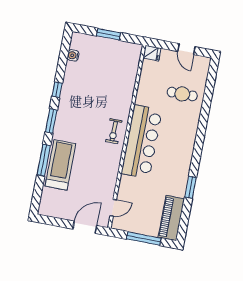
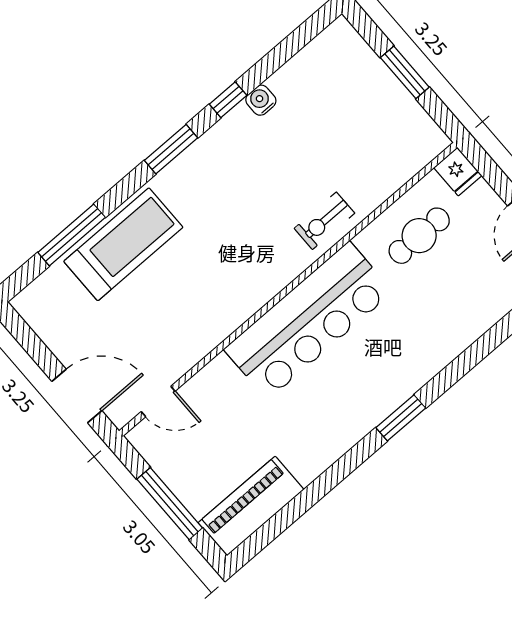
water cooler: (73, 55) -> (261, 100), moved
cafe table: (182, 94) -> (419, 236), moved, turned 90
exercise bike: (114, 131) -> (324, 221), moved
window: (44, 160) -> (72, 235), moved
window: (190, 187) -> (401, 418), moved

